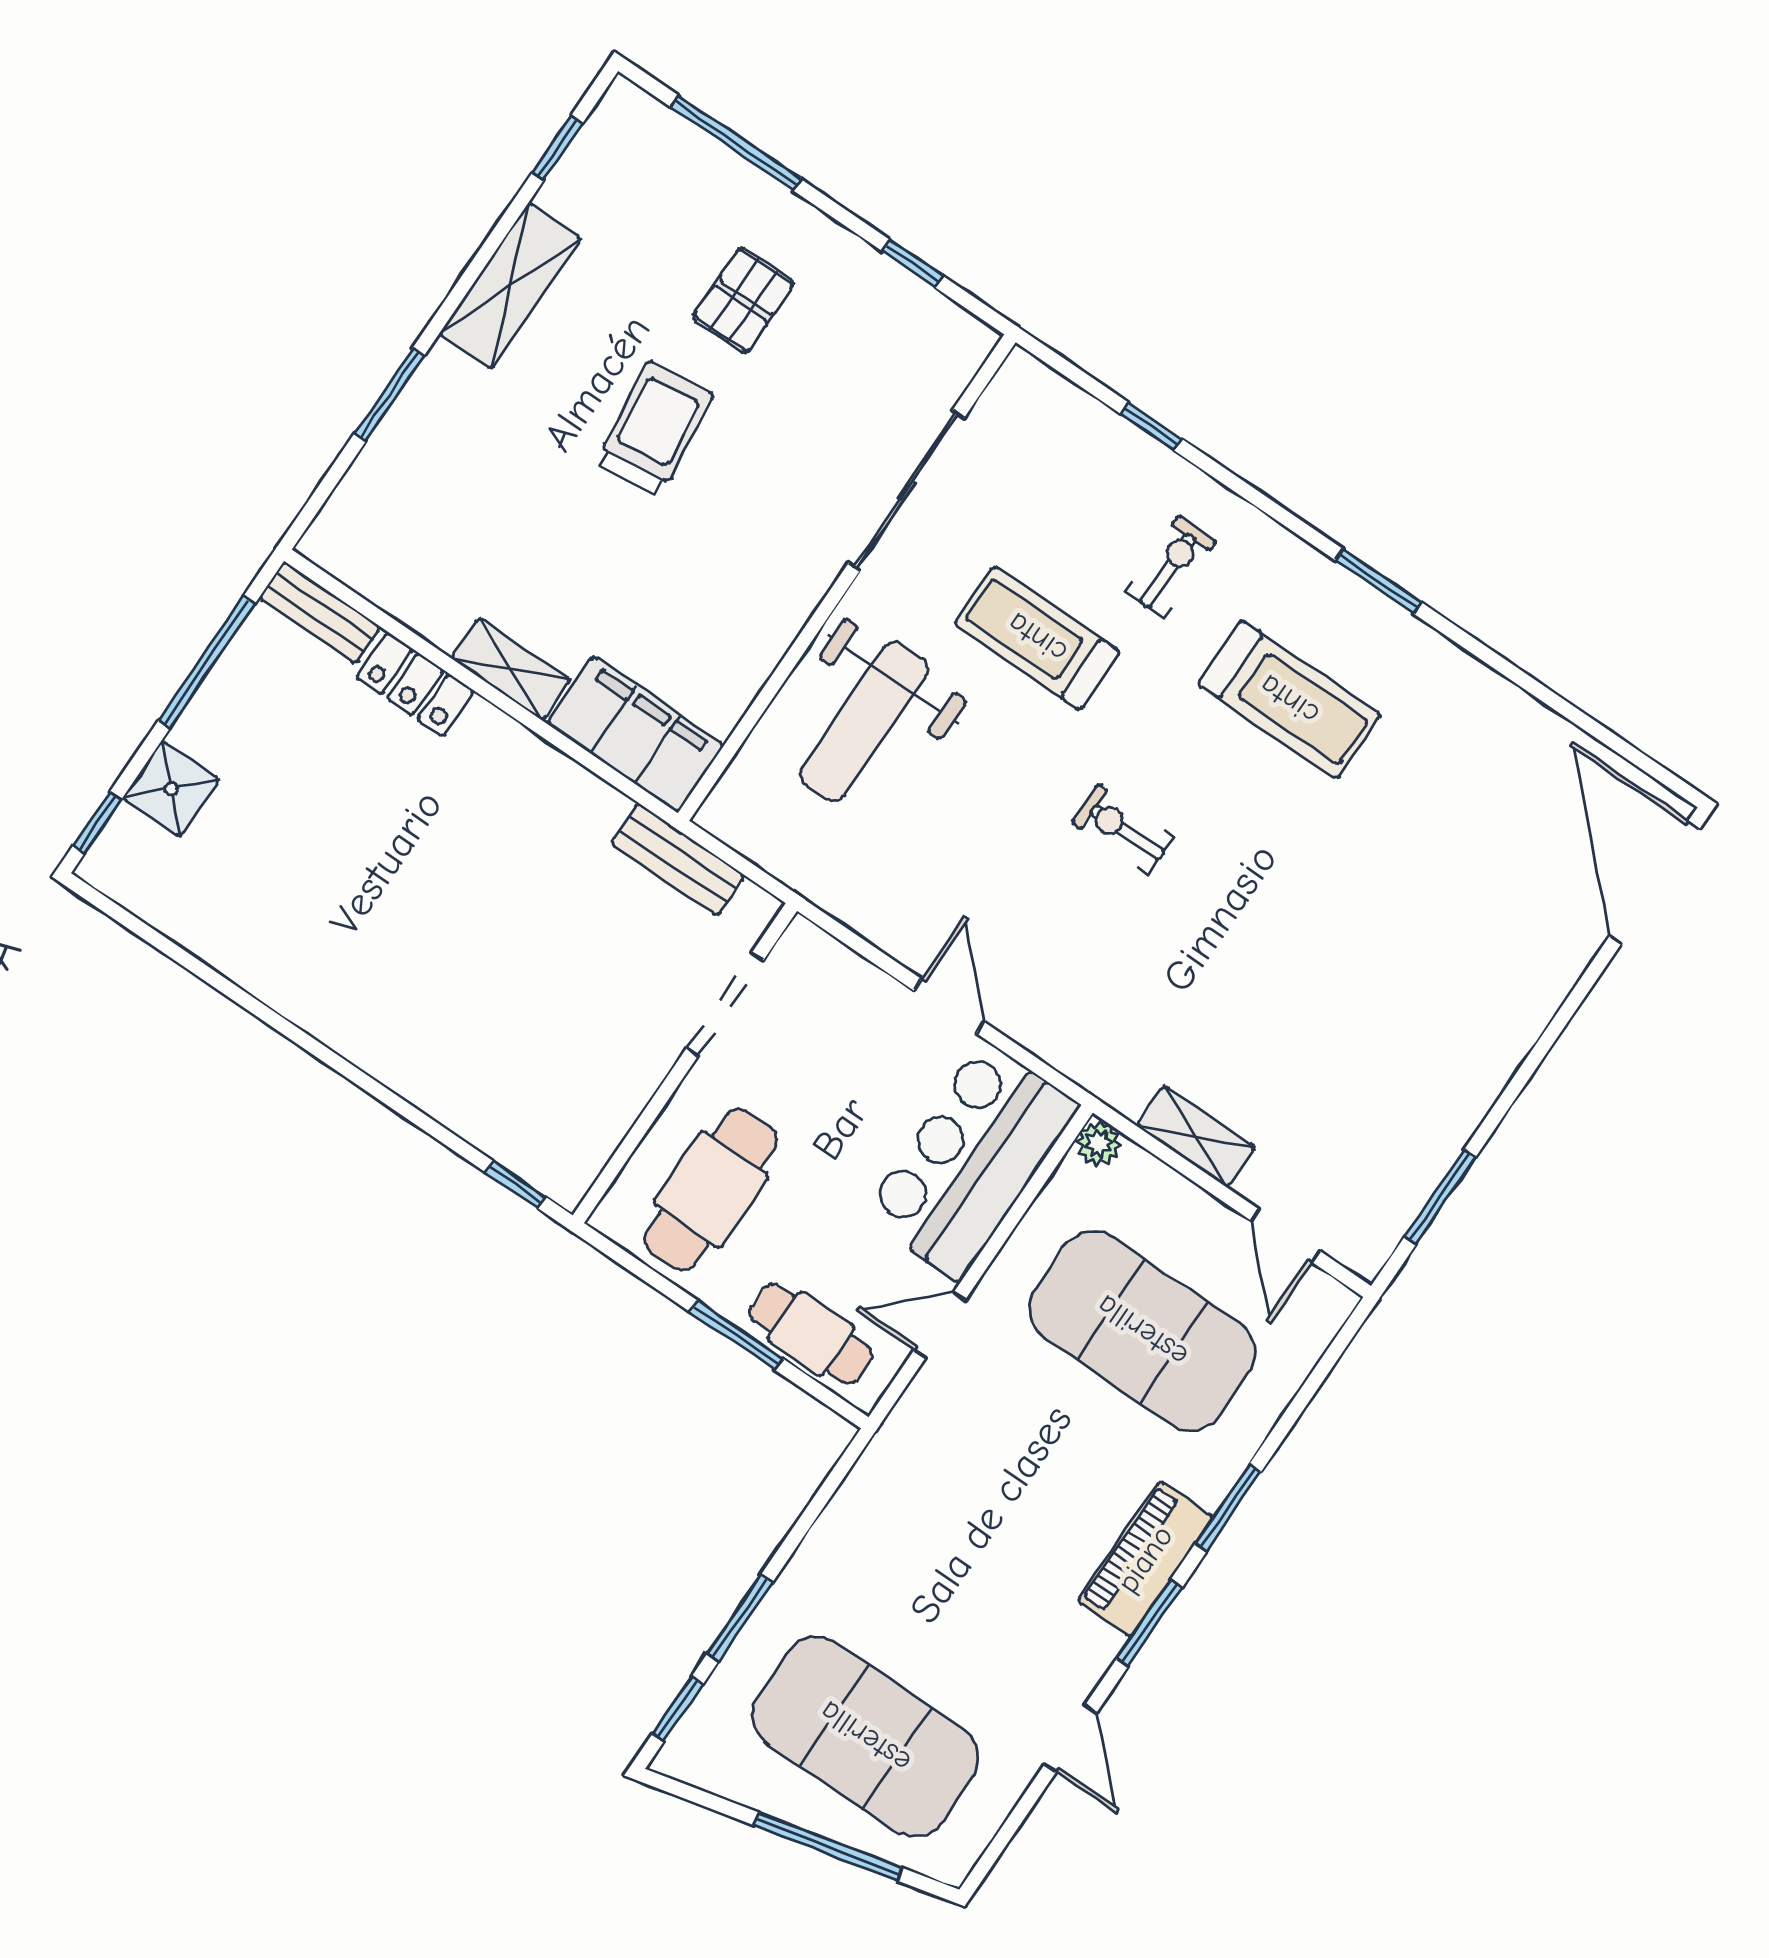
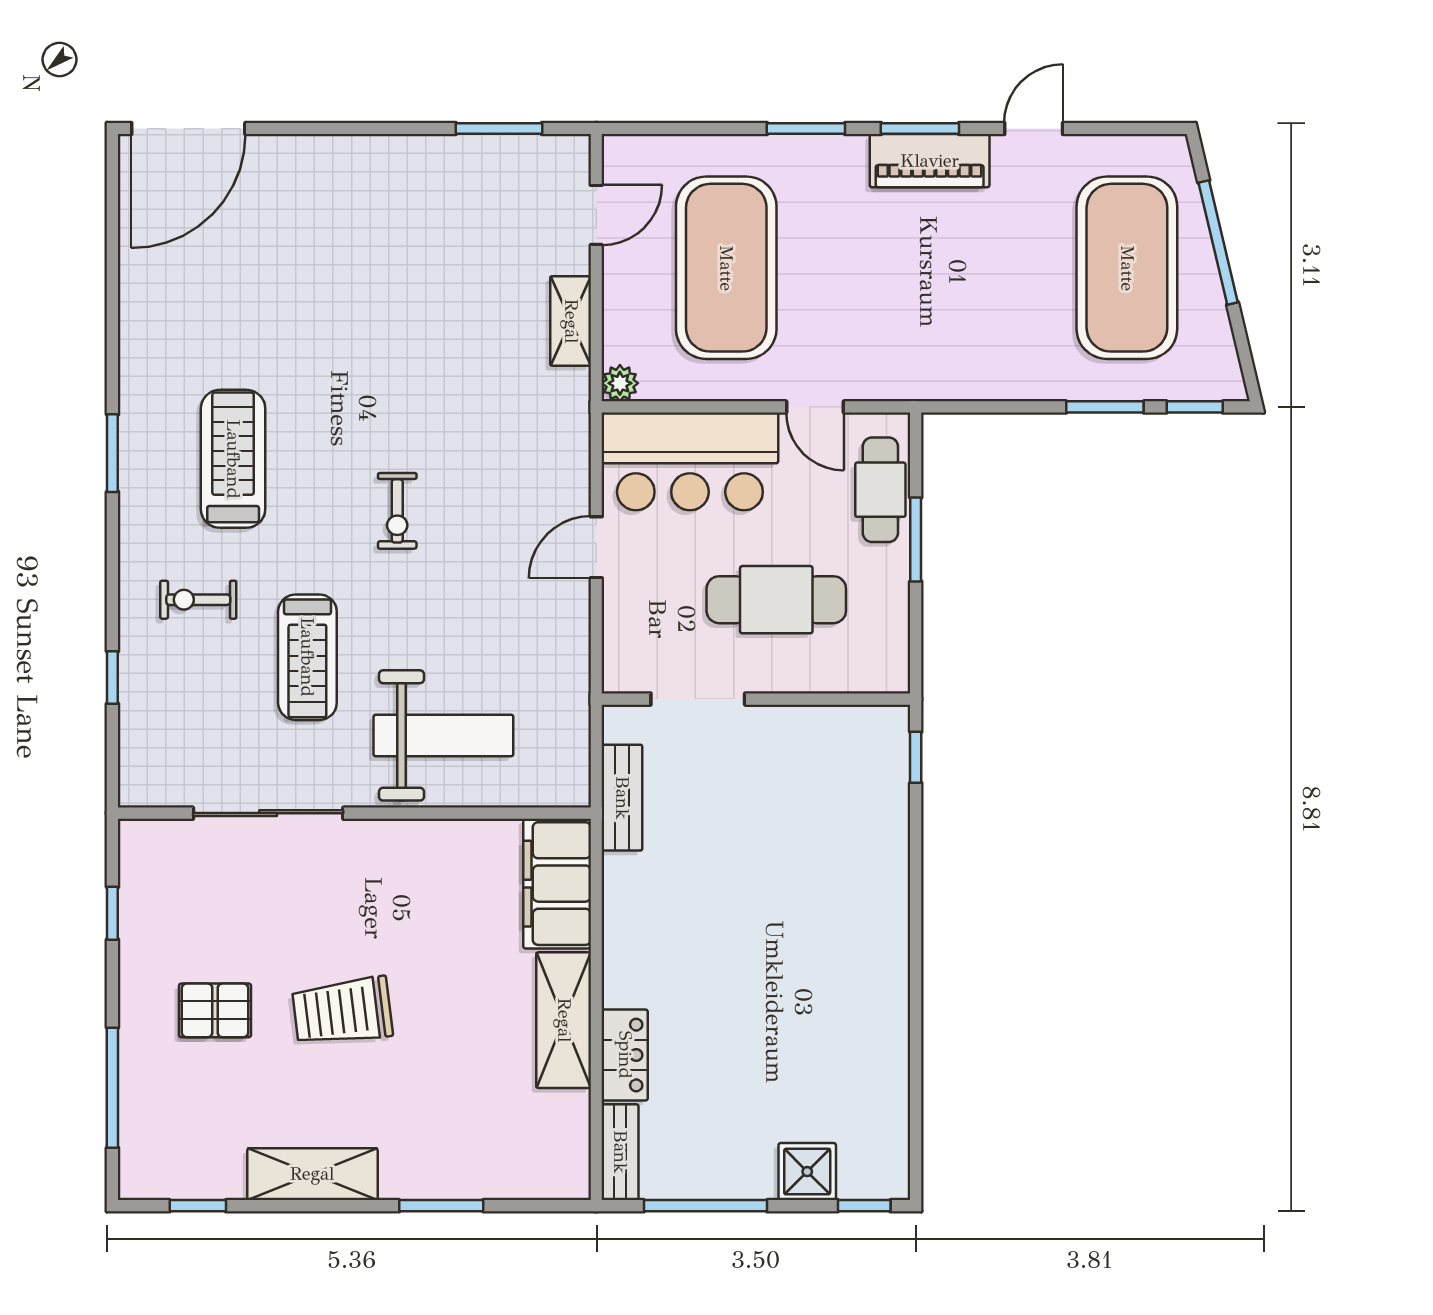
shelving: (511, 669) -> (564, 1020), width x1.50, depth x1.33
cafe table: (711, 1189) -> (776, 600), moved
piano: (1145, 1559) -> (930, 161), moved

